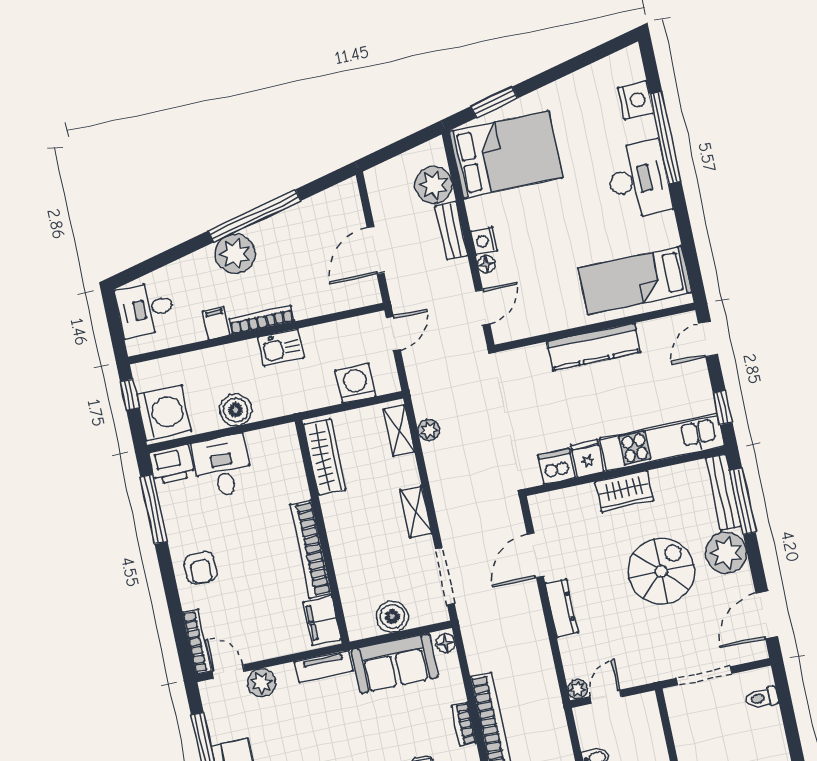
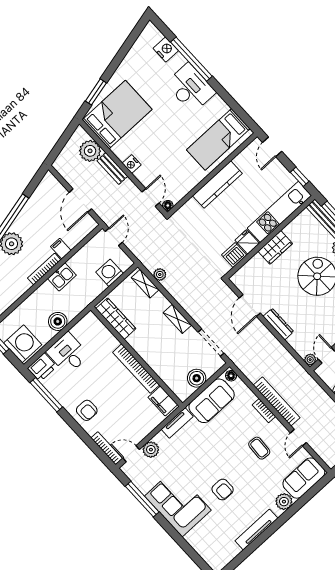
floor lamp: (486, 264) -> (168, 205), moved
filing cabinet: (216, 323) -> (61, 249), moved

